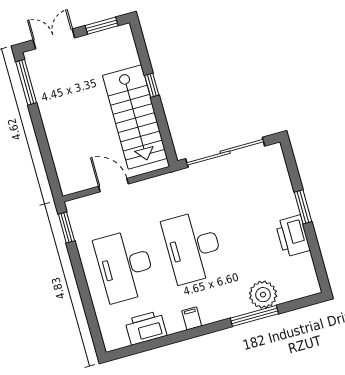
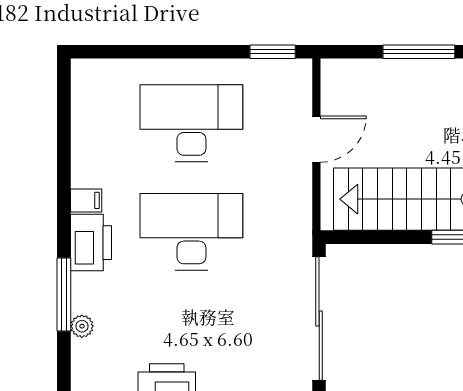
window: (41, 136) -> (419, 52), added
plant: (263, 295) -> (82, 326), width x0.53, depth x0.53
printer: (146, 328) -> (91, 243), moved

